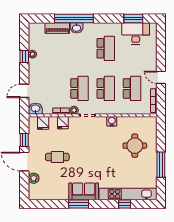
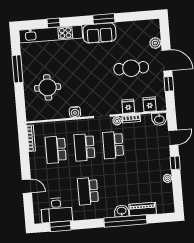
window: (24, 57) -> (175, 163), moved
door: (161, 77) -> (27, 186), moved
cafe table: (57, 157) -> (131, 68), width x1.37, depth x1.35

